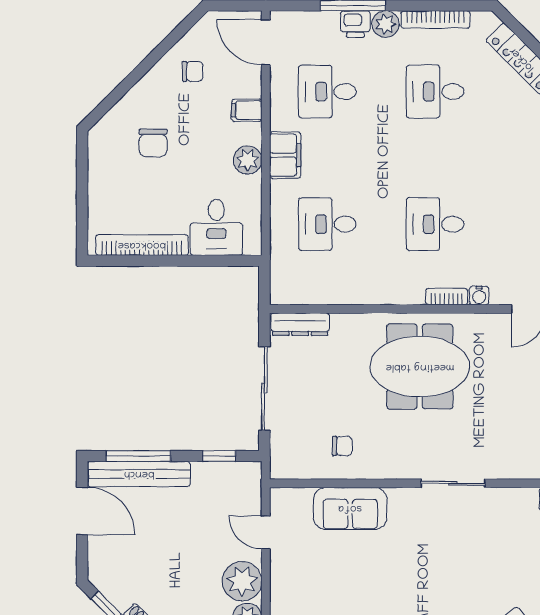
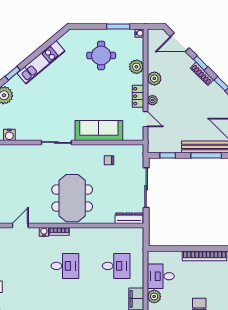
desk: (216, 227) -> (161, 276), moved, turned -90
meeting table: (420, 367) -> (72, 198), turned 90
sofa: (350, 508) -> (99, 131), width x1.36
plant: (242, 581) -> (152, 100), width x0.53, depth x0.53
locker: (281, 581) -> (138, 96), added

